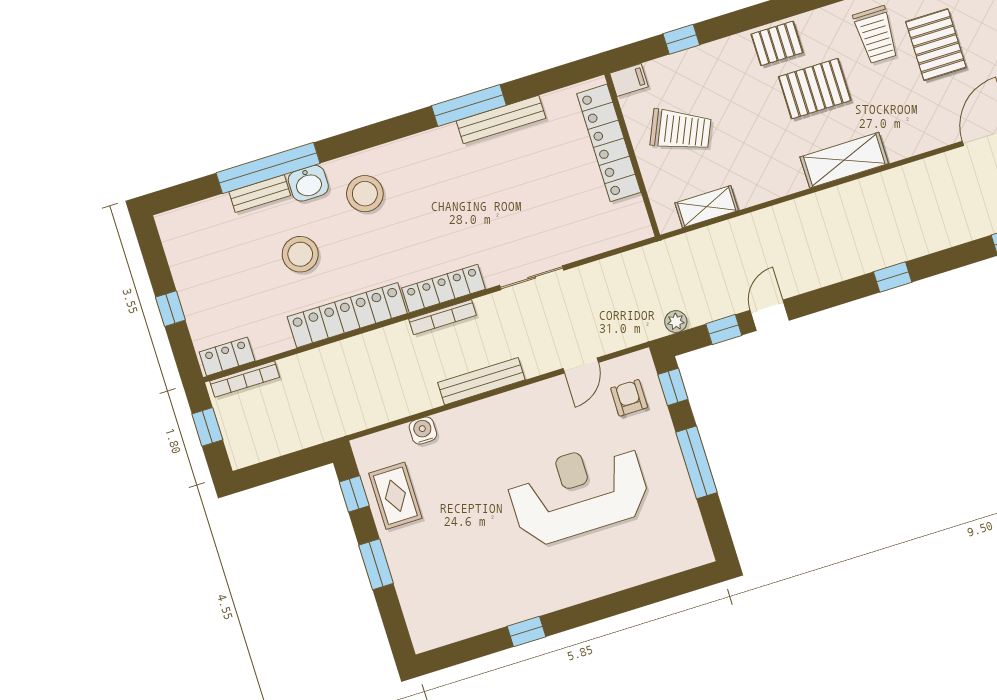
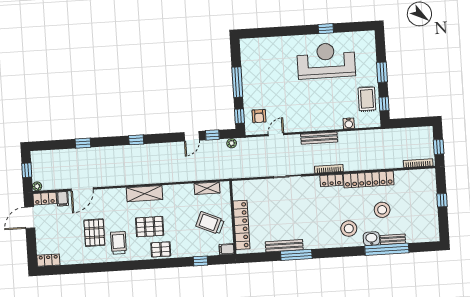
locker: (444, 289) -> (331, 180), width x0.66
locker: (227, 356) -> (423, 174), removed
reception desk: (578, 493) -> (326, 61), moved, turned 180

